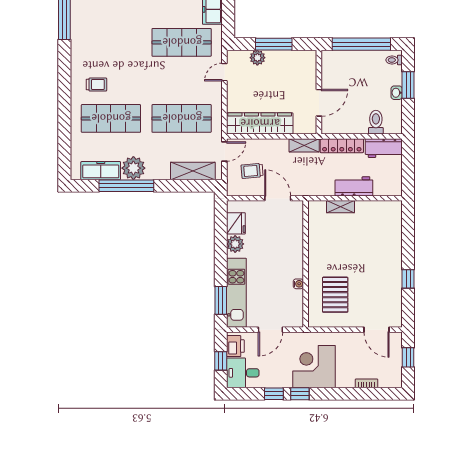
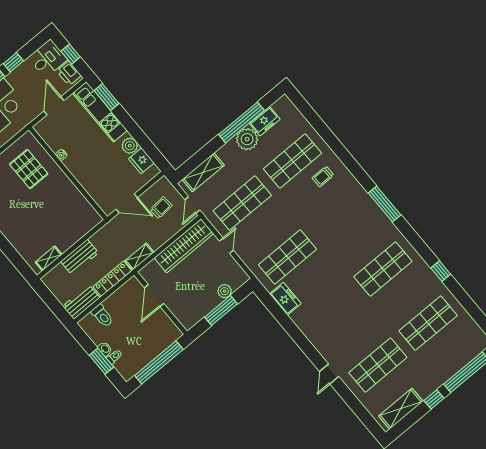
toilet: (394, 60) -> (114, 357), moved
door: (224, 72) -> (226, 246), moved
freezer: (101, 171) -> (265, 121), width x0.71
shelving: (340, 207) -> (49, 258), moved

